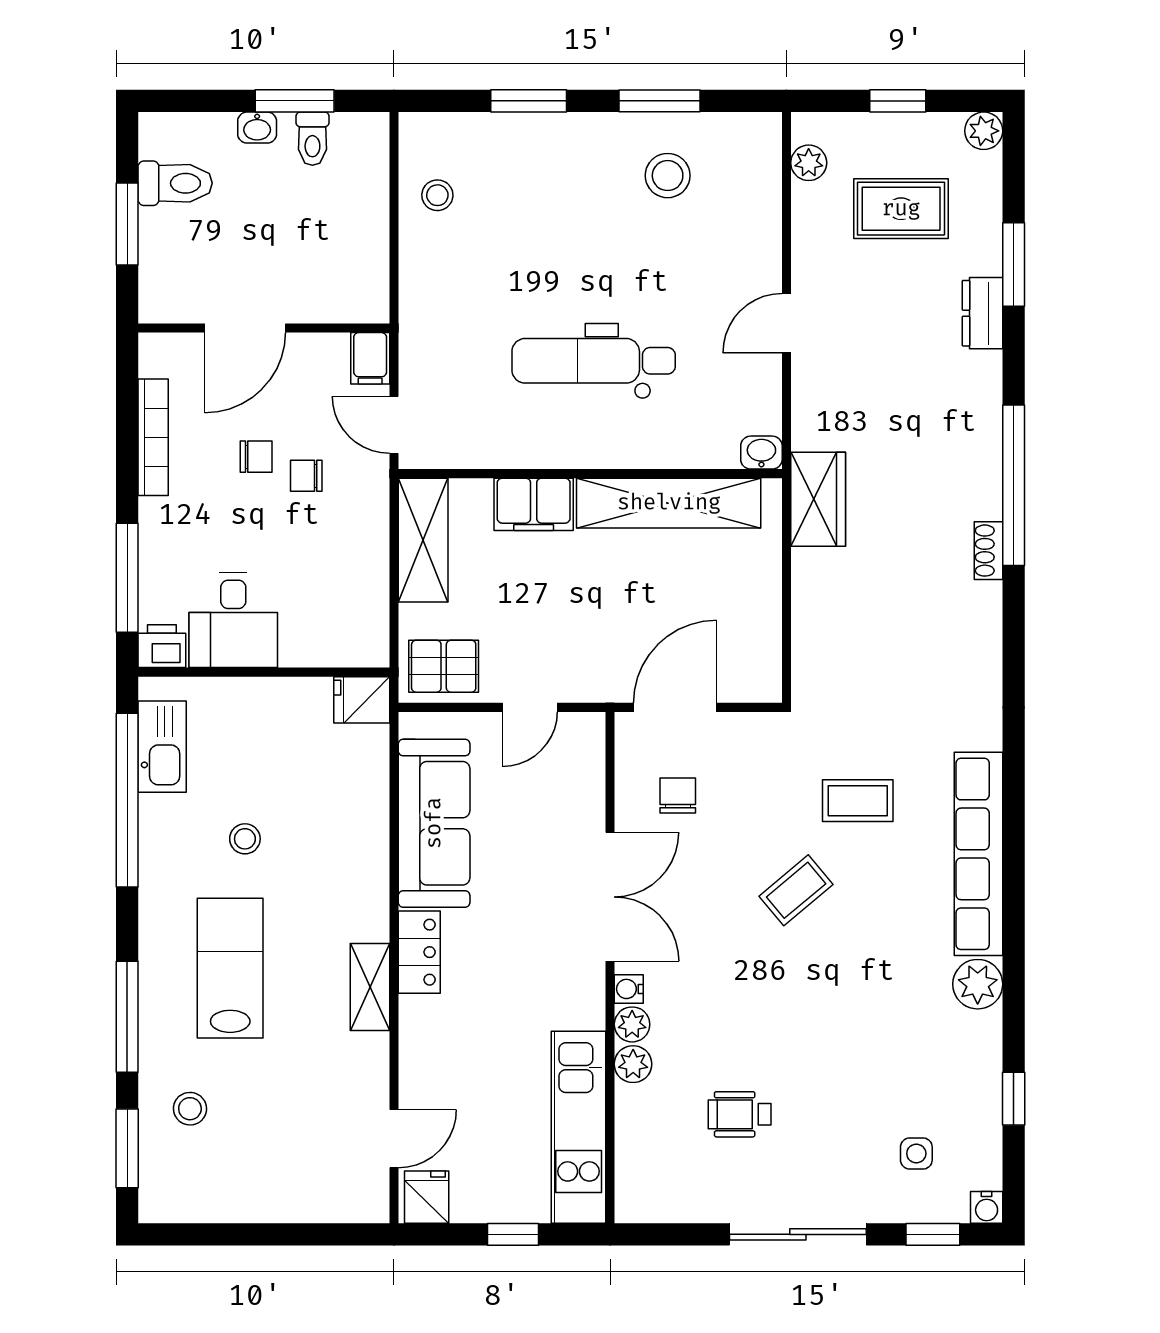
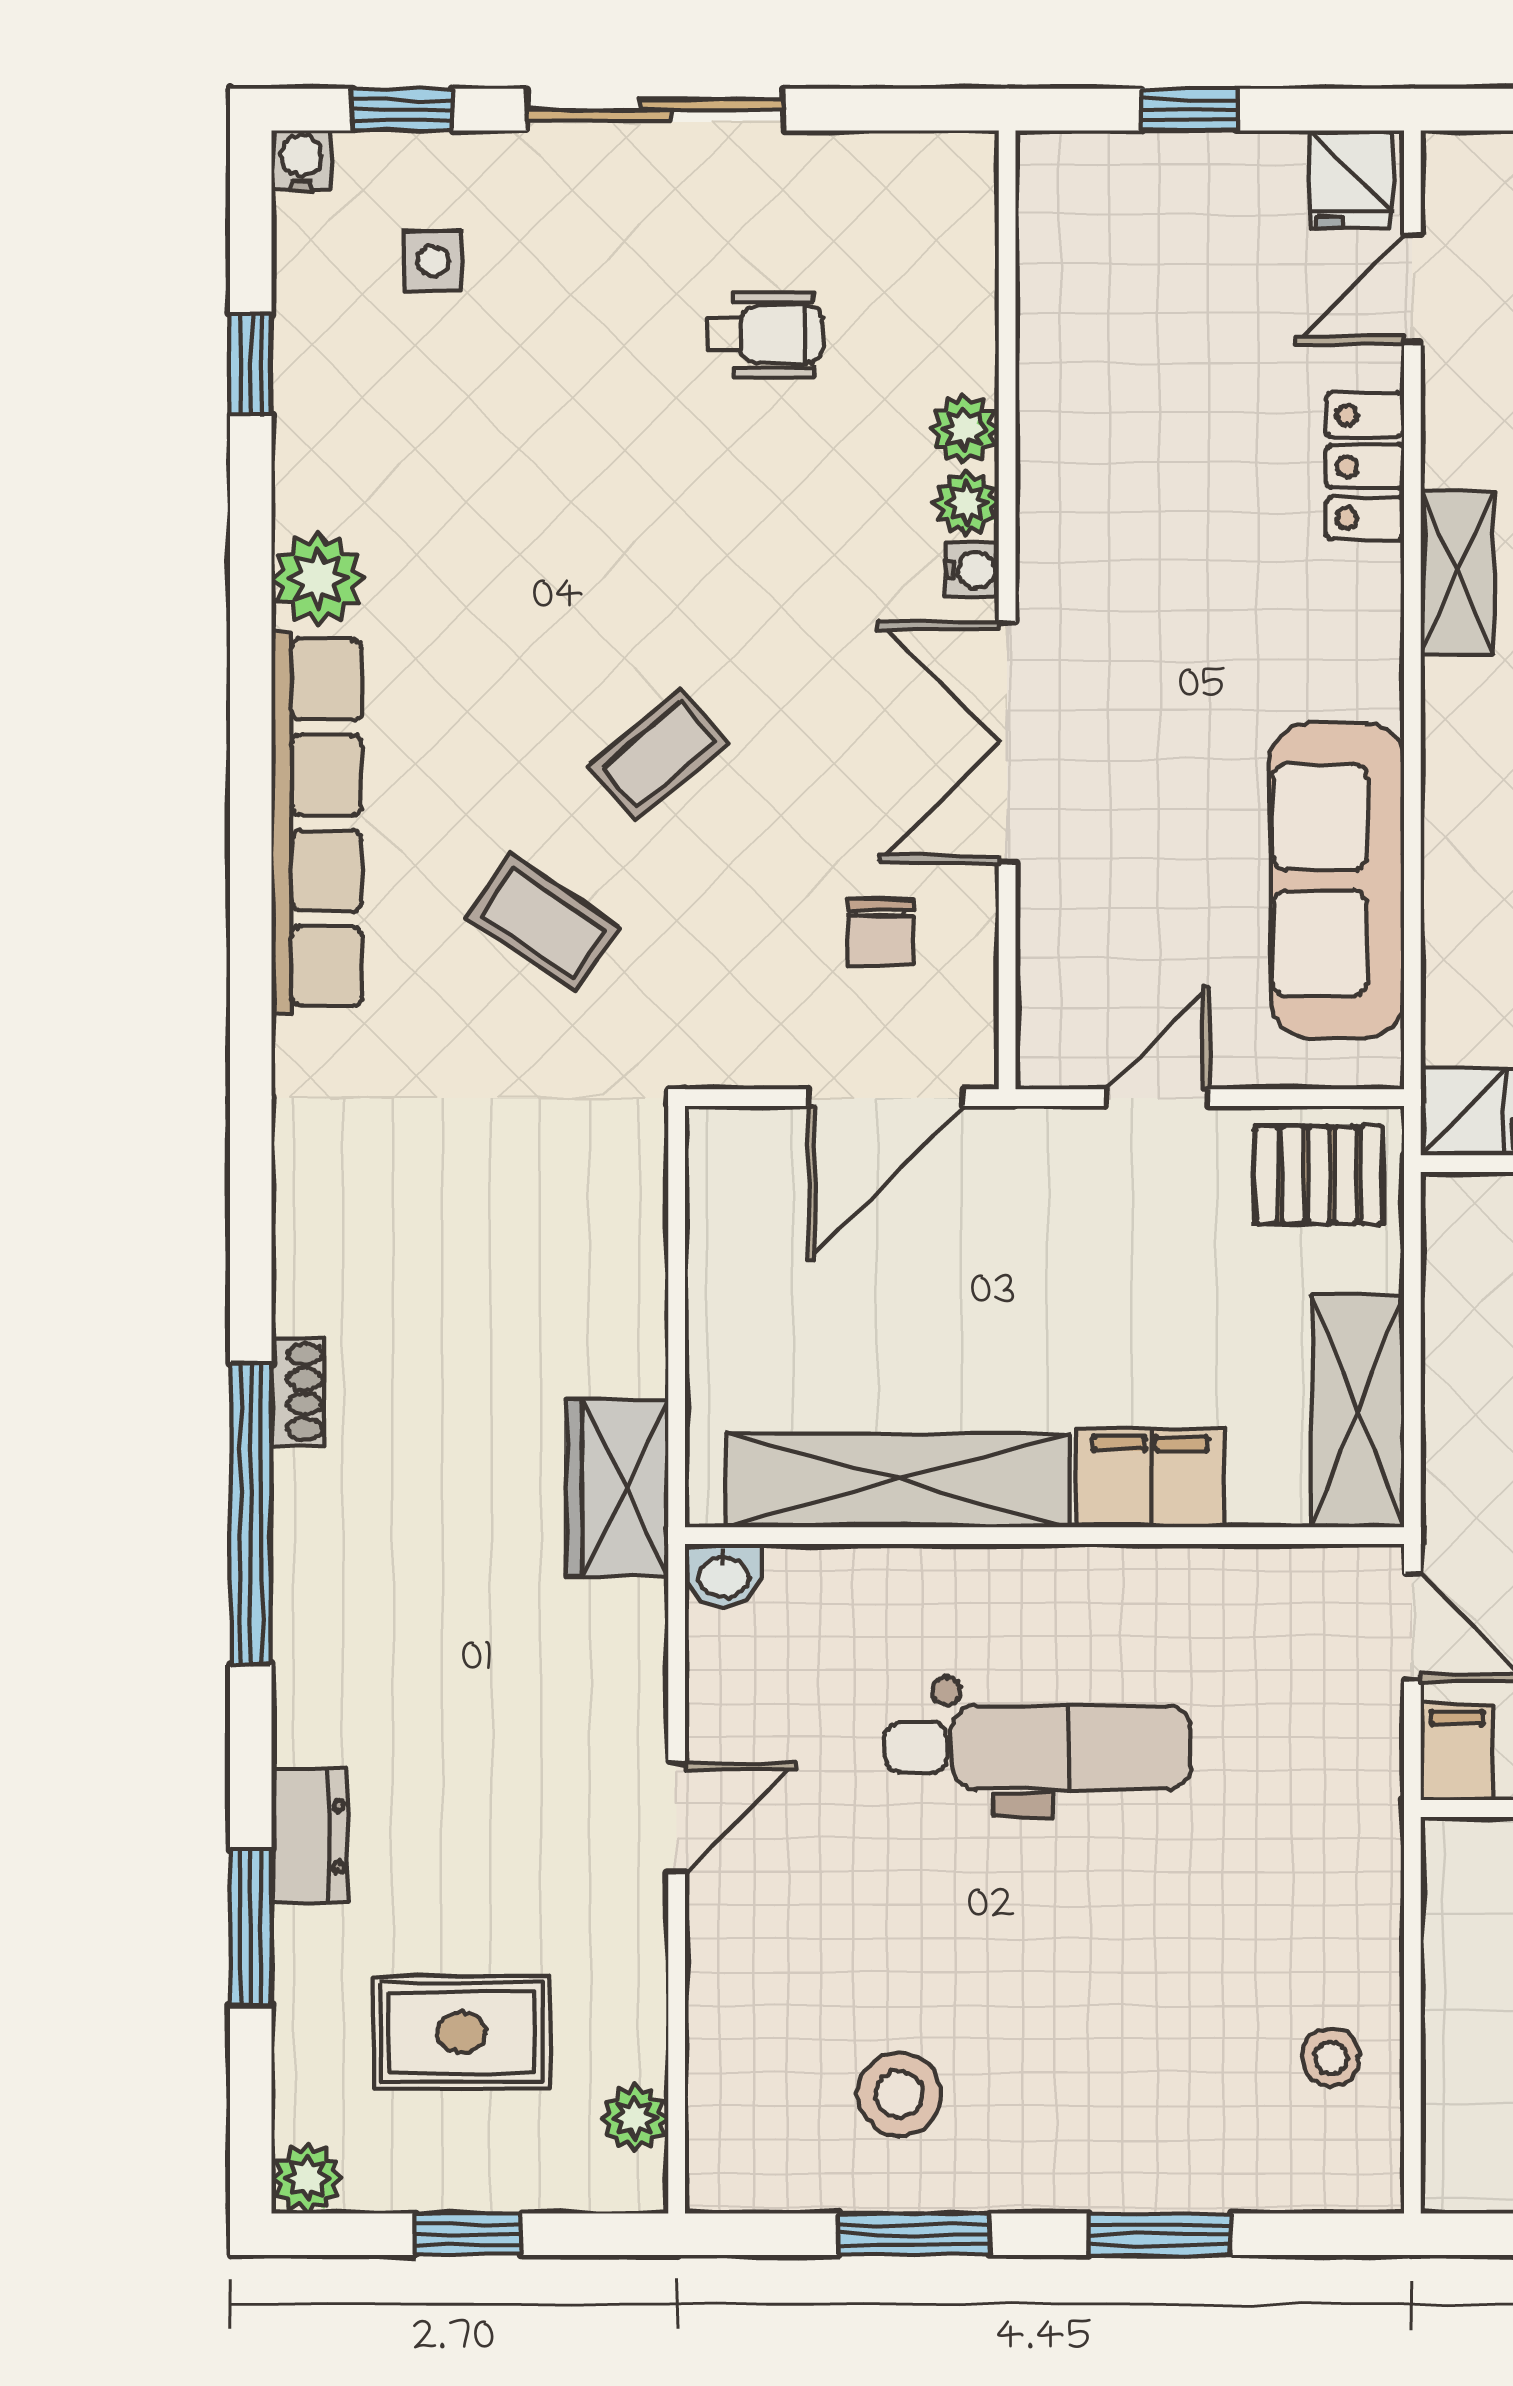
coffee table: (858, 801) -> (543, 923), turned 34
locker: (419, 952) -> (1365, 467), moved
kitchen unit: (579, 1127) -> (1066, 311), removed

